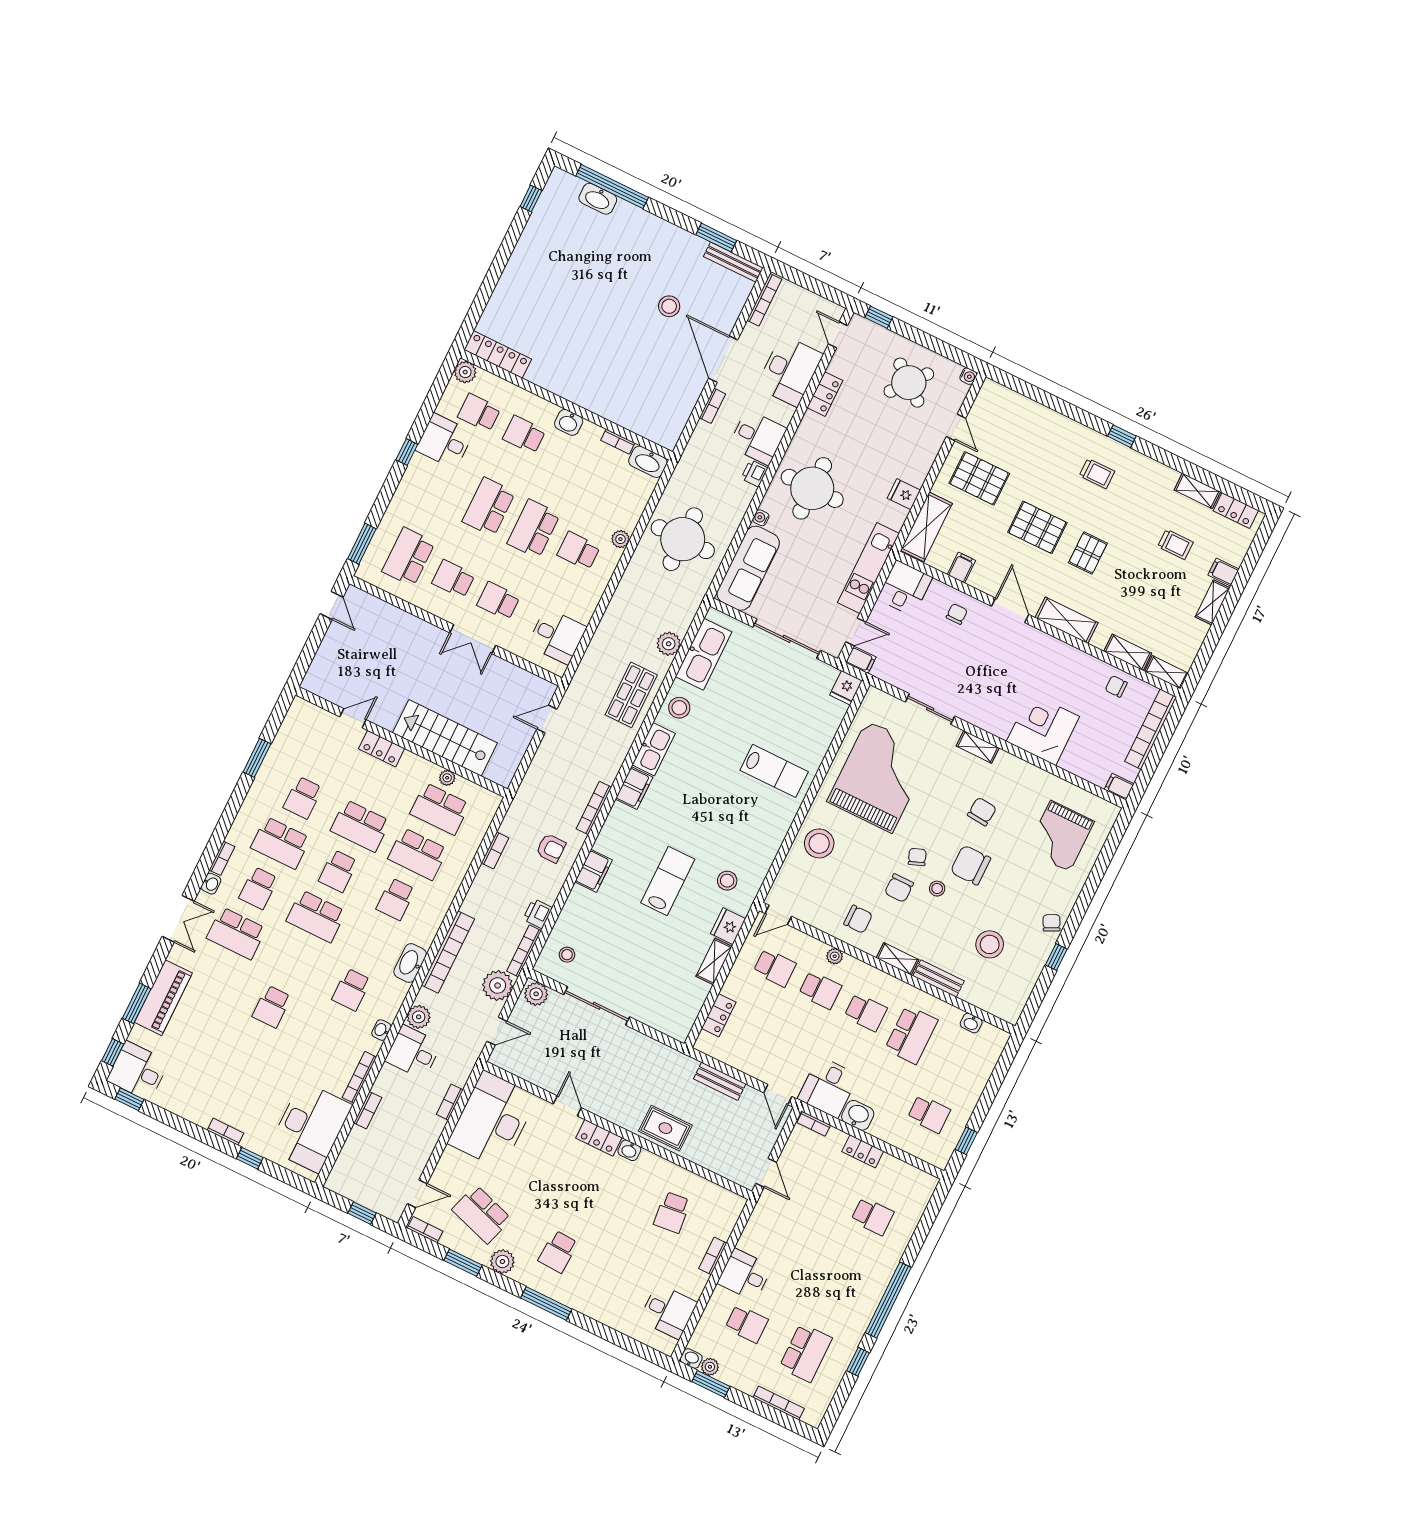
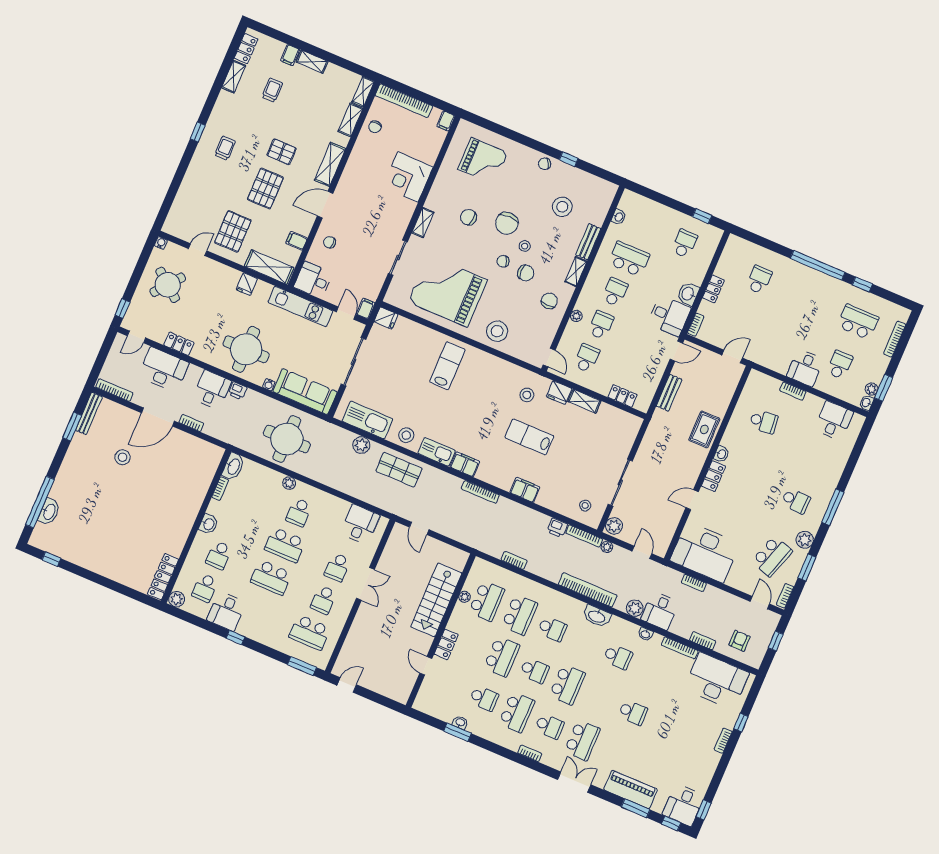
armchair: (551, 848) -> (739, 641), moved
washbasin: (211, 884) -> (460, 723), moved
plant: (498, 985) -> (607, 547), width x0.53, depth x0.53

